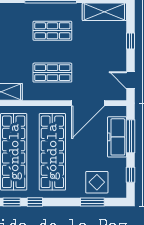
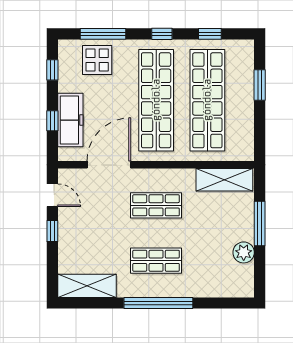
window: (131, 41) -> (52, 231), moved
window: (131, 136) -> (52, 121), width x0.46
window: (35, 202) -> (162, 34), moved
window: (92, 202) -> (103, 34), width x1.44

